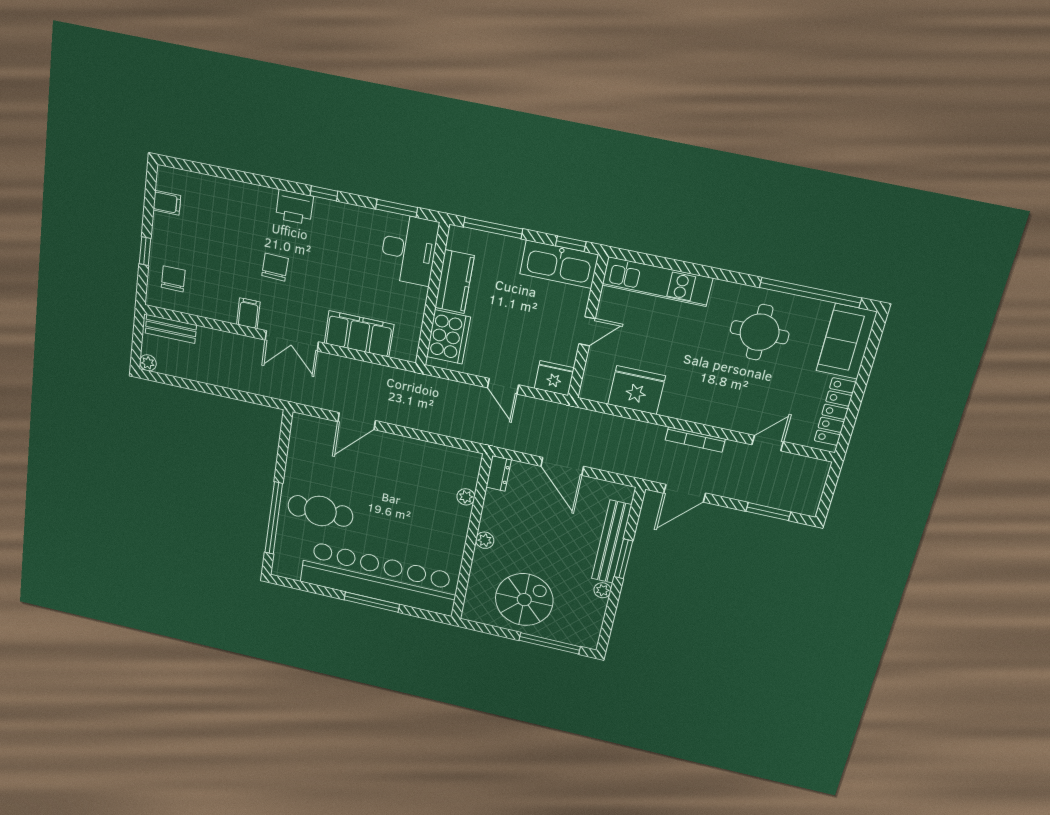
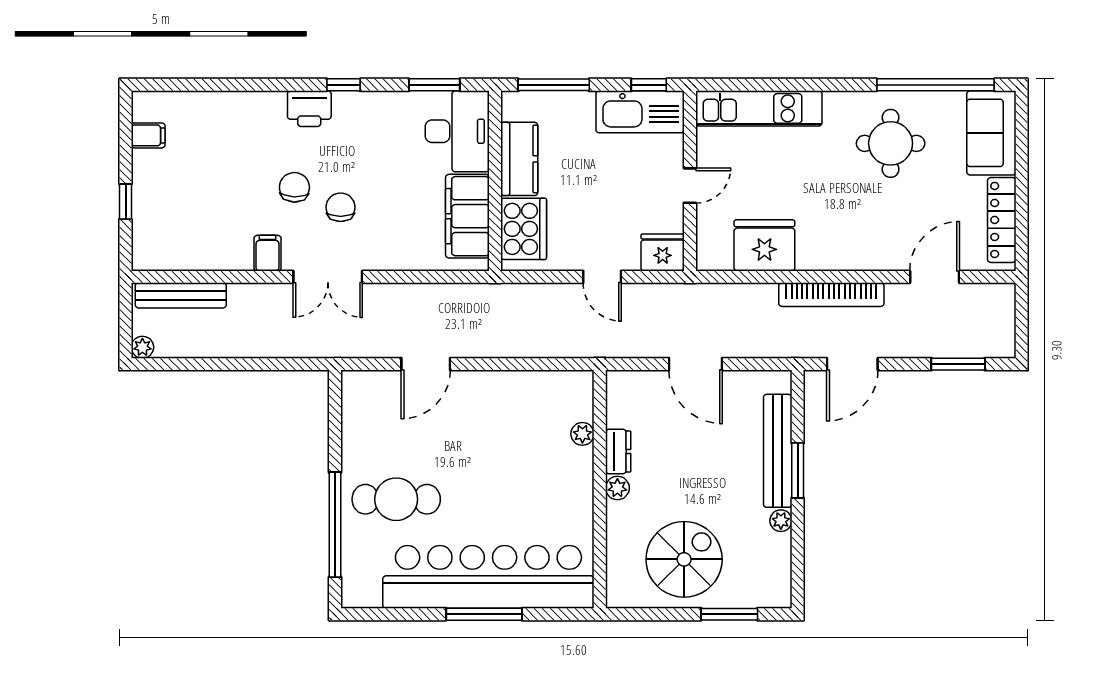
chair: (173, 279) -> (341, 207), moved
bench: (171, 329) -> (181, 295), width x1.36
filing cabinet: (359, 334) -> (467, 216), moved, turned -90
bookcase: (695, 439) -> (831, 295), width x1.48, depth x1.31
door: (768, 443) -> (935, 277), width x1.38
dresser: (499, 473) -> (618, 452), moved
window: (550, 643) -> (729, 614), width x0.69

